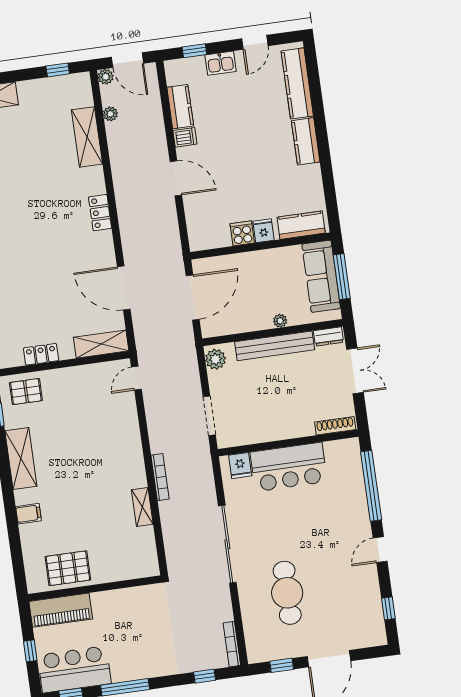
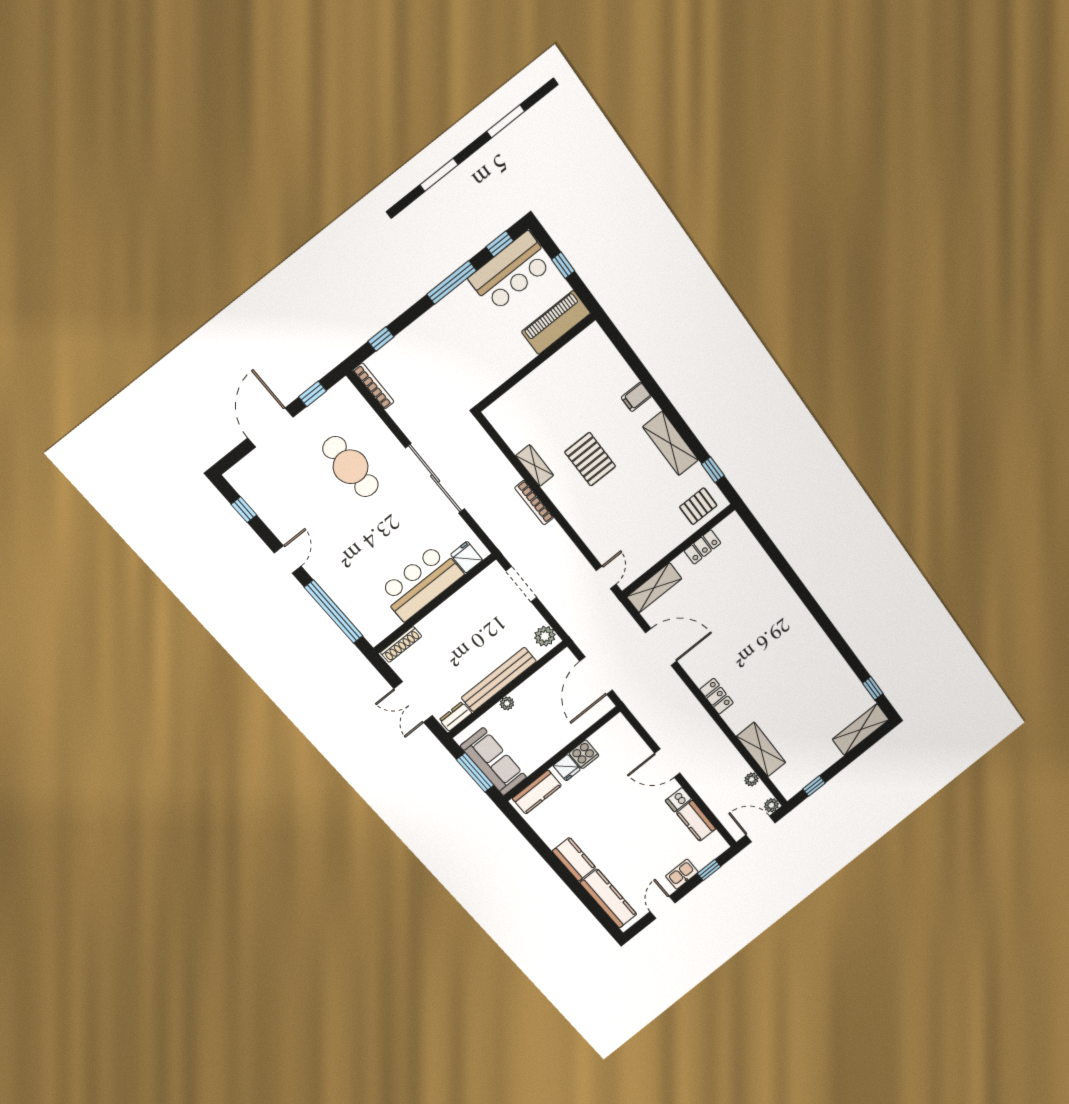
pallet: (68, 568) -> (590, 459), moved, turned 90

